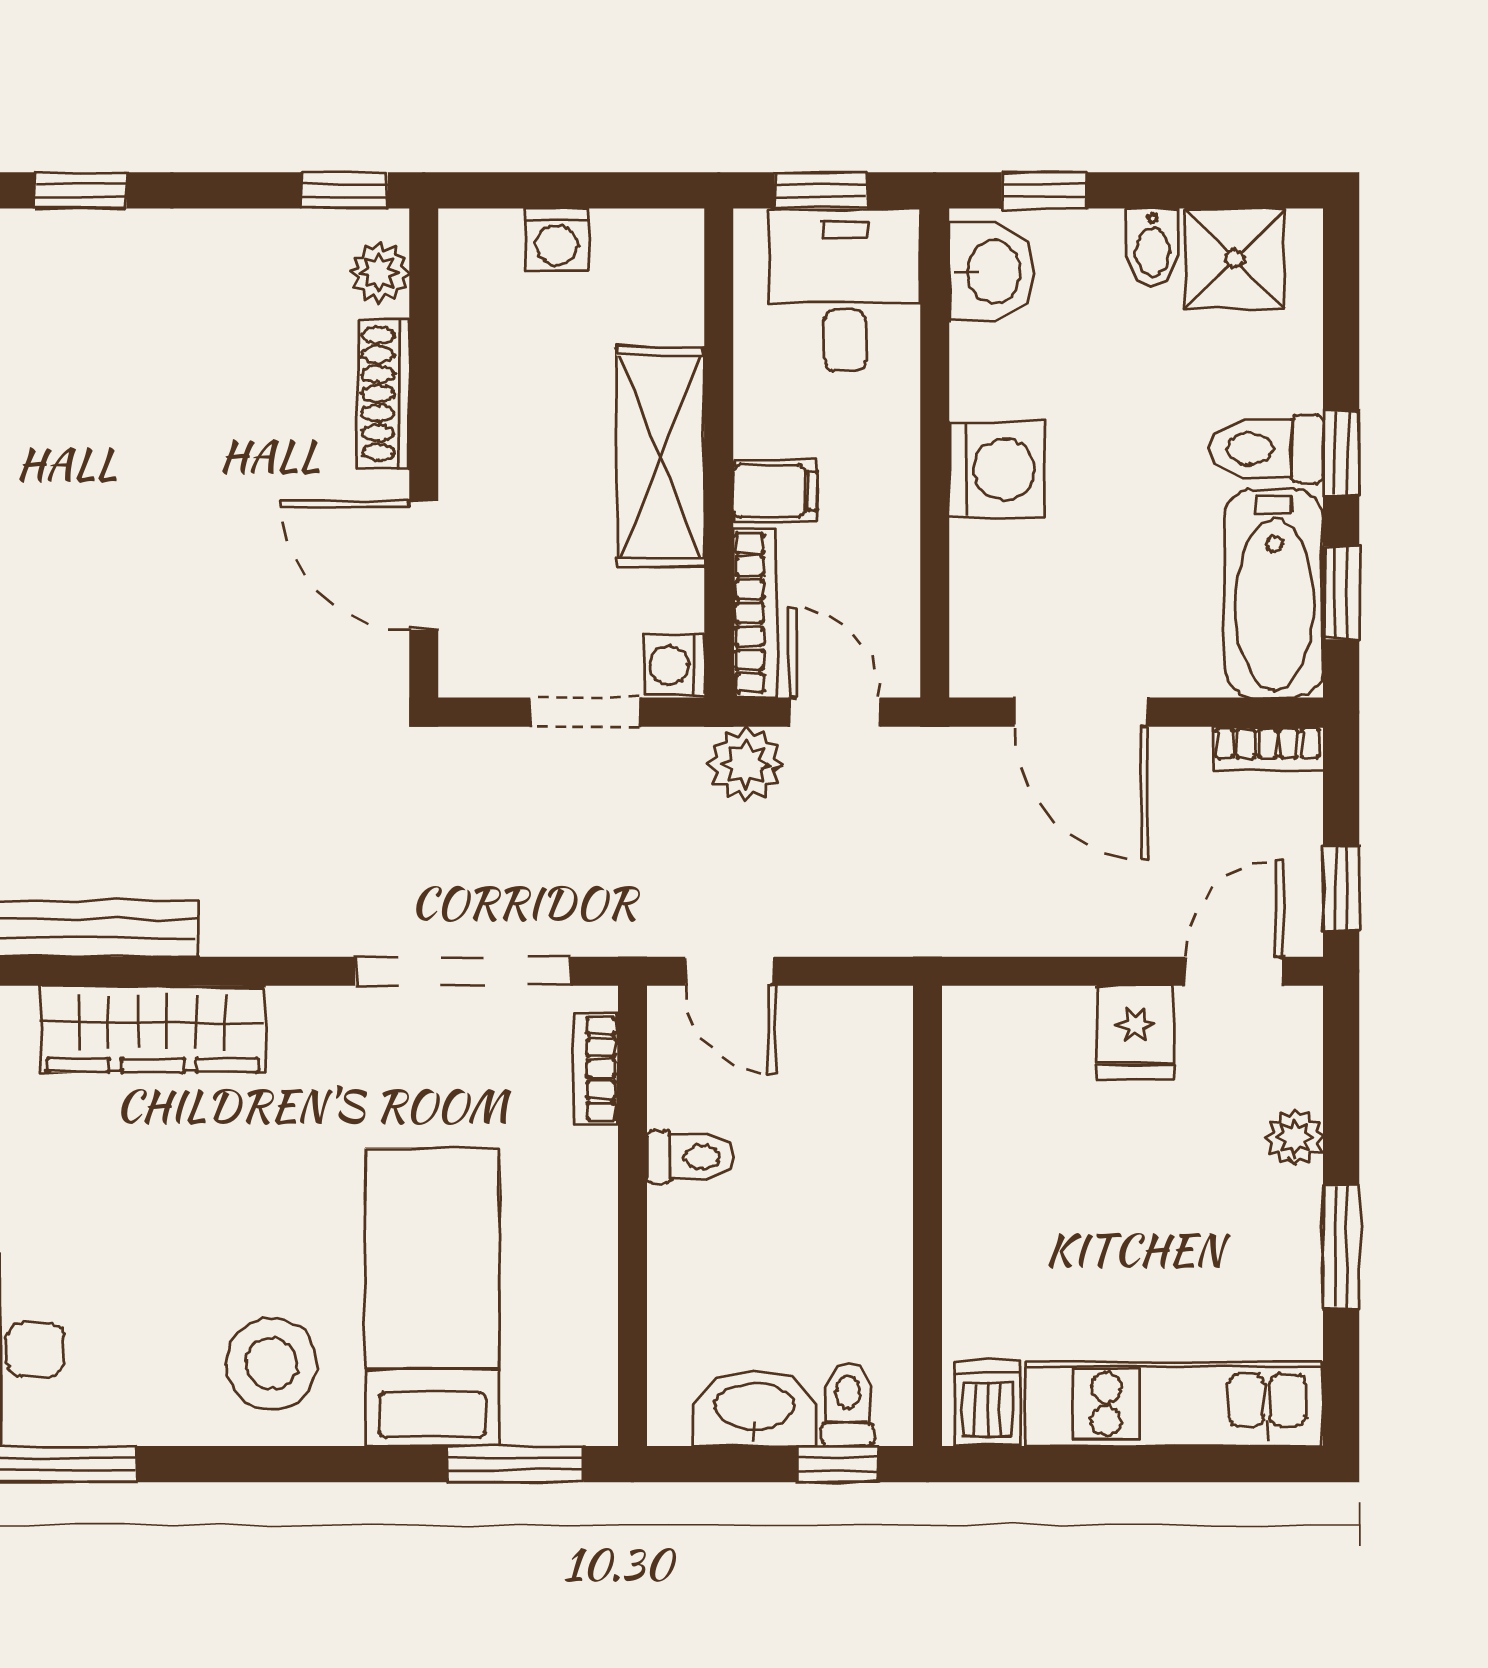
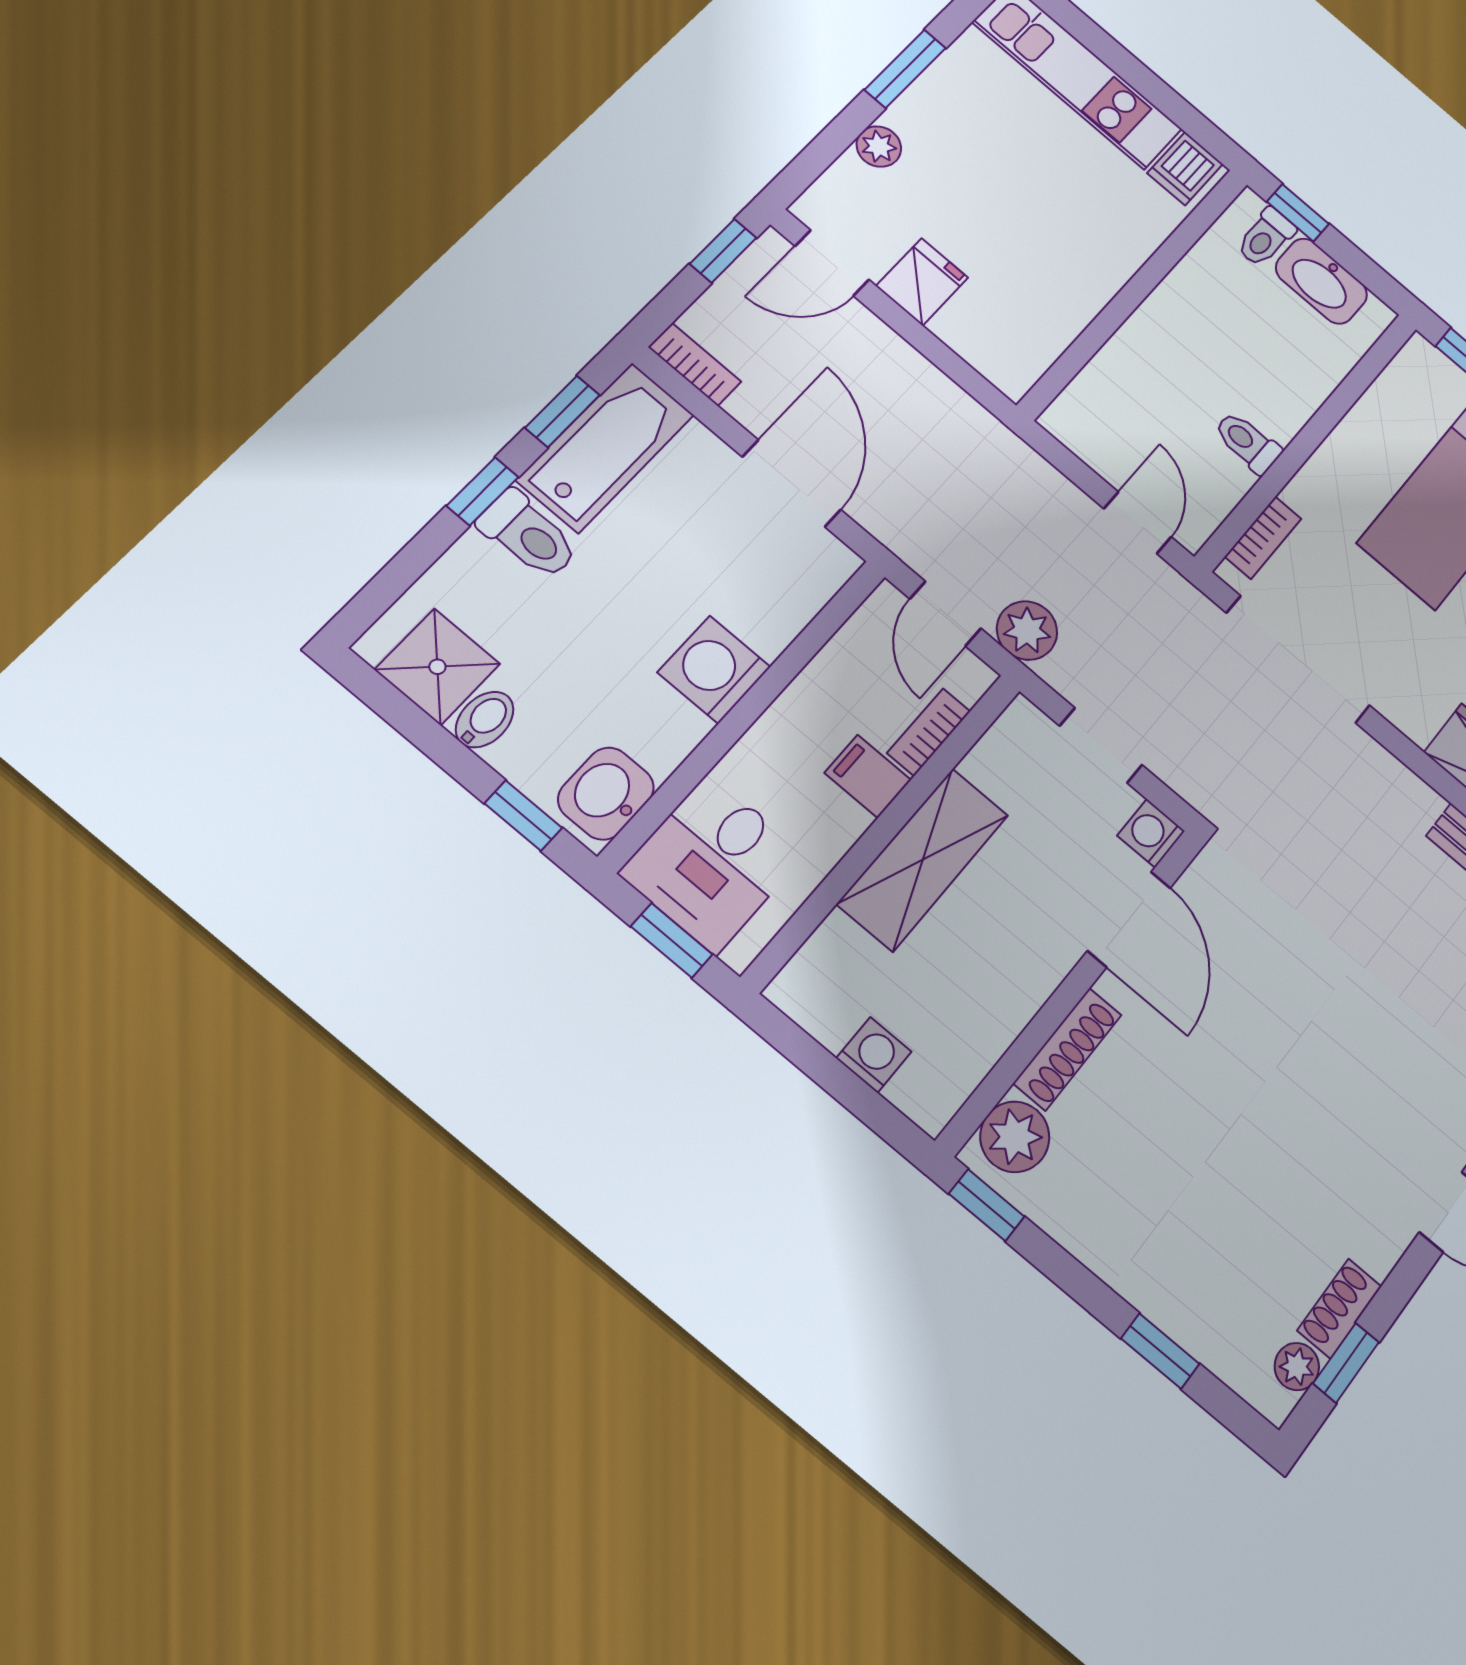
plant: (380, 273) -> (1015, 1137), width x1.38, depth x1.38
bookcase: (755, 613) -> (929, 732), width x0.64
washing machine: (674, 665) -> (1151, 833), moved, turned 180

